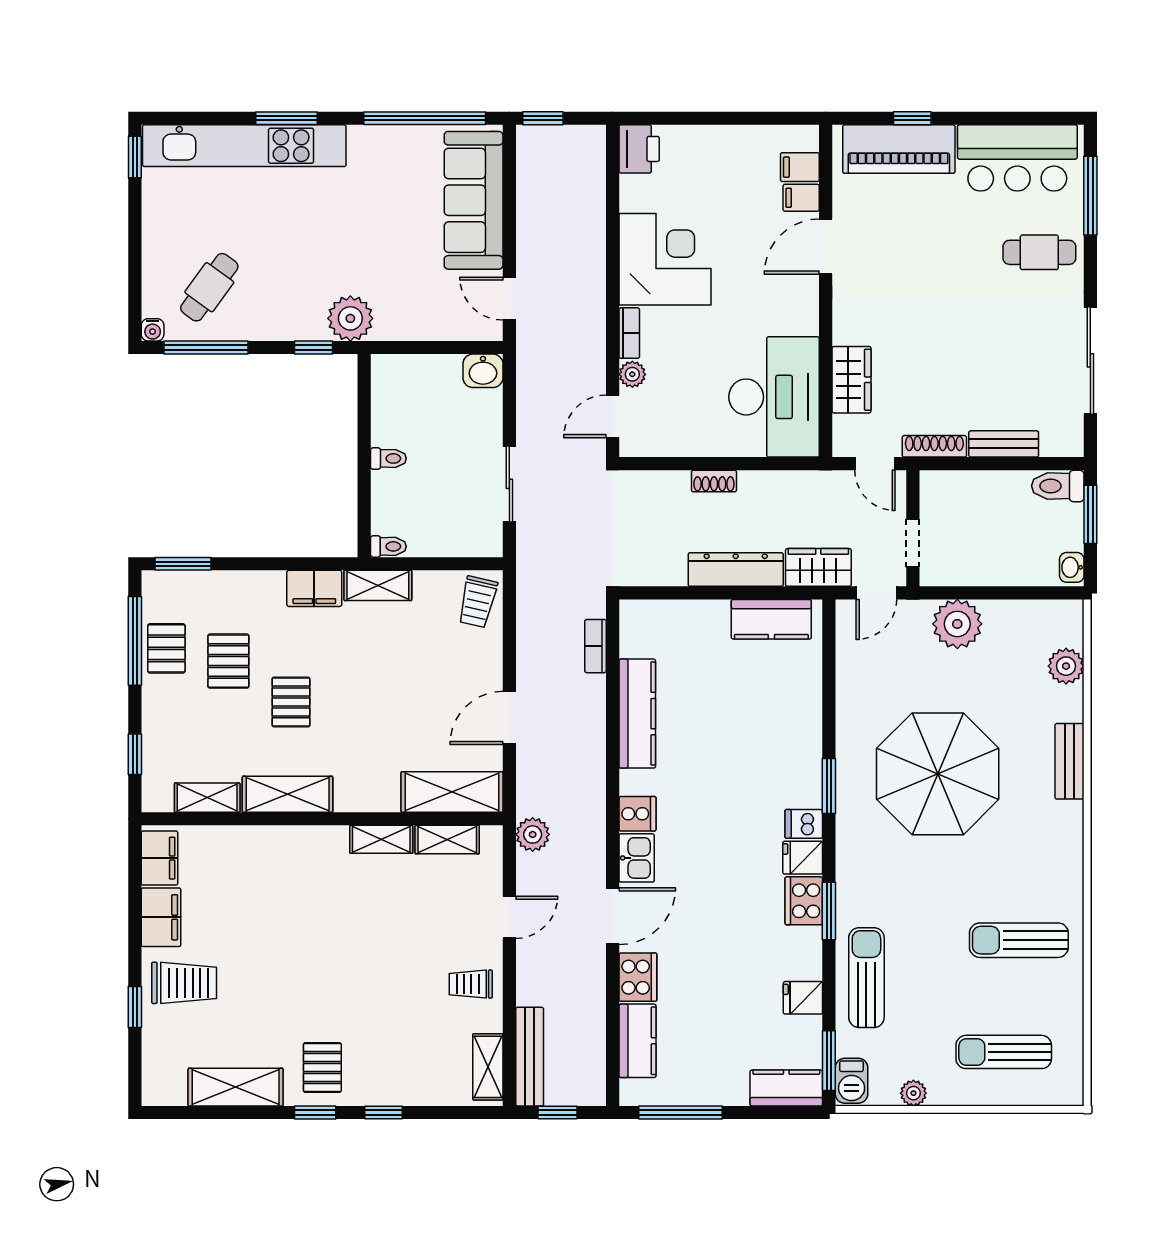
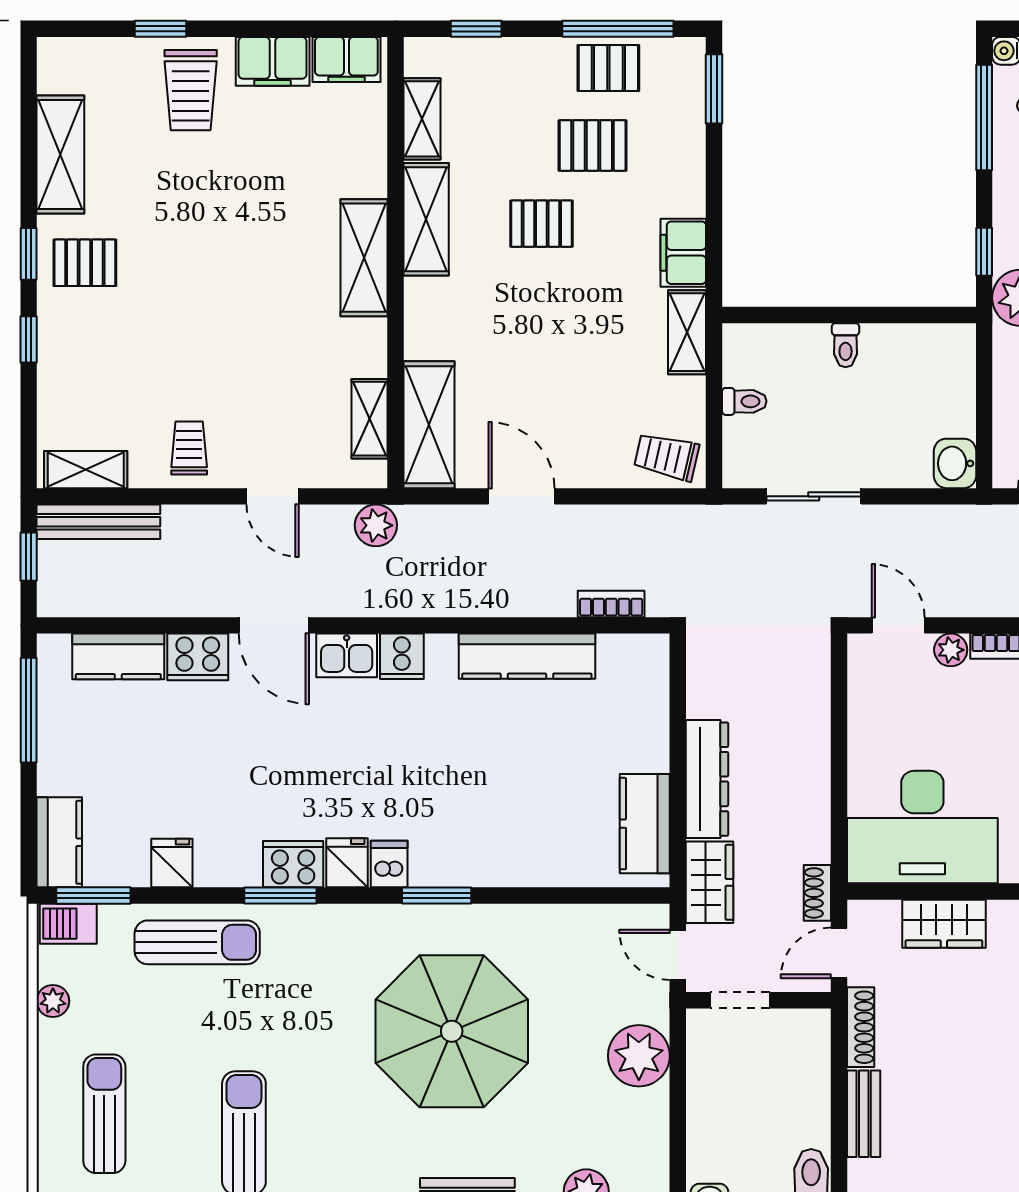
shoe rack: (714, 481) -> (817, 893), moved
toilet: (388, 546) -> (744, 401), moved, turned -90
shelving: (381, 839) -> (364, 258), moved, width x1.50, depth x1.33

